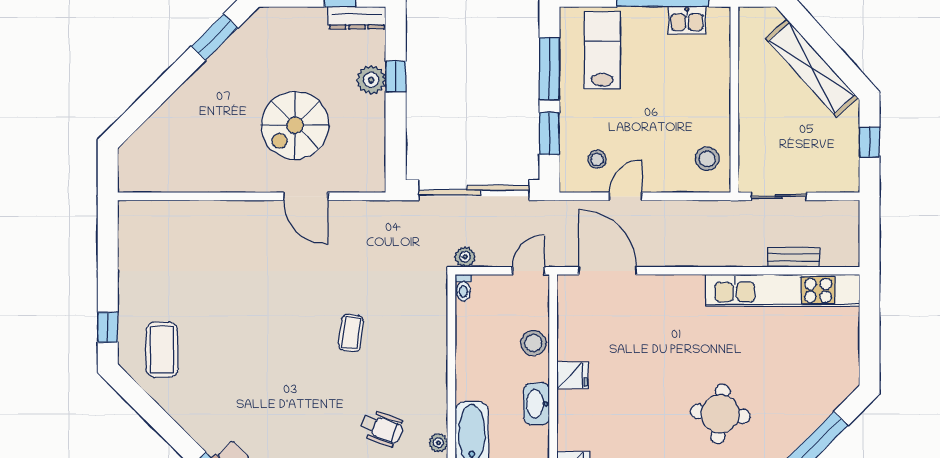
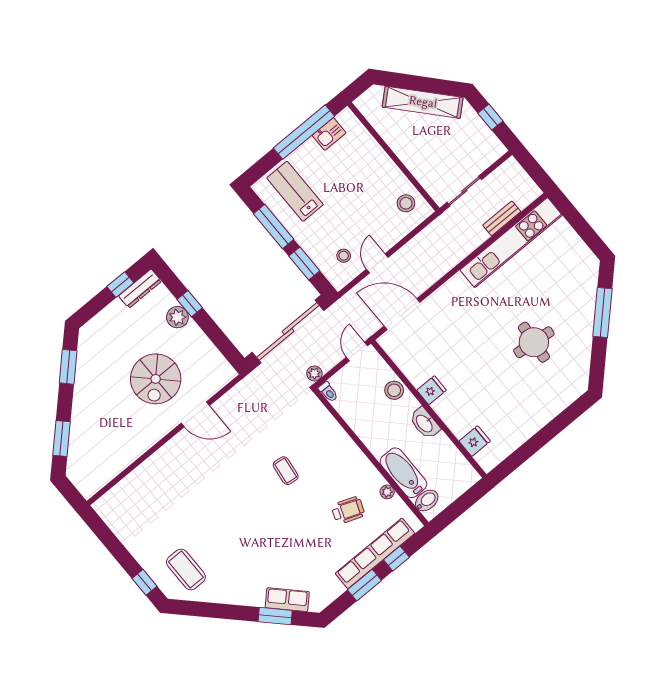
window: (146, 106) -> (61, 439), added

